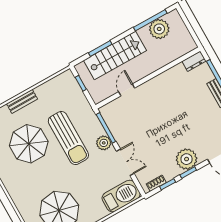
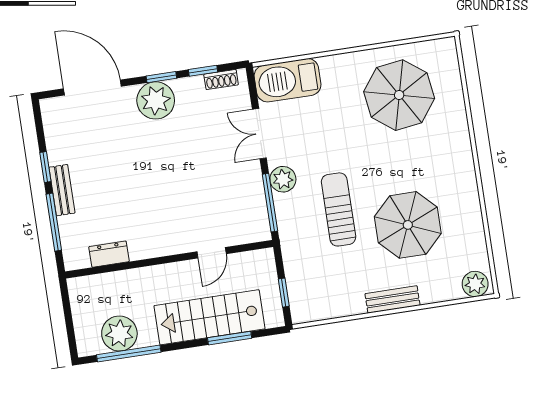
dresser: (194, 61) -> (109, 254), moved
sun lounger: (68, 138) -> (339, 209), width x0.73, depth x0.75

